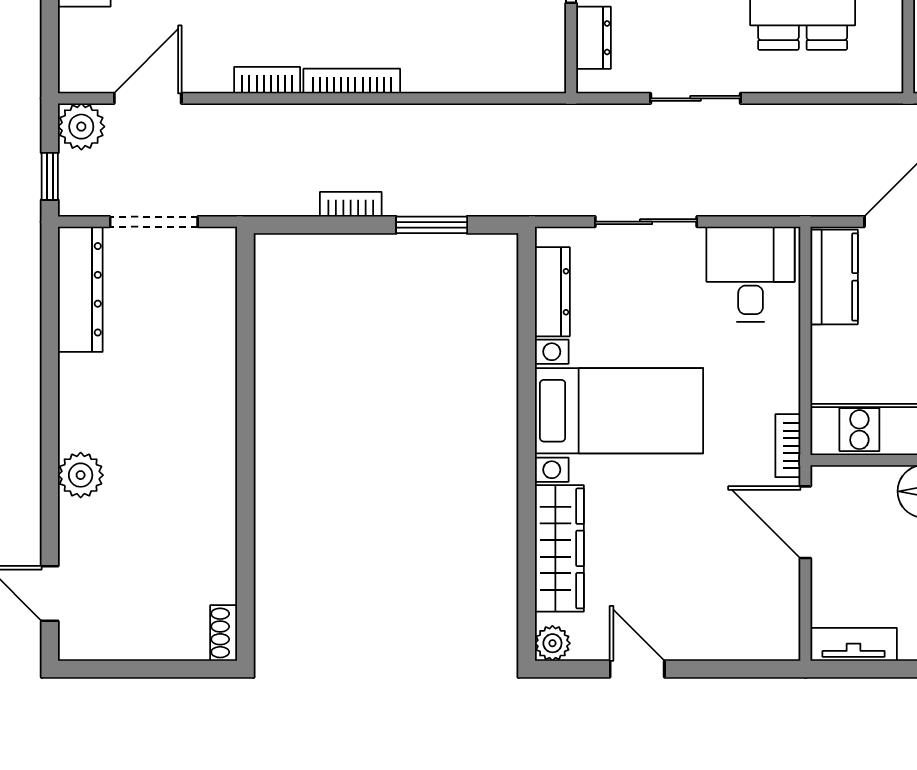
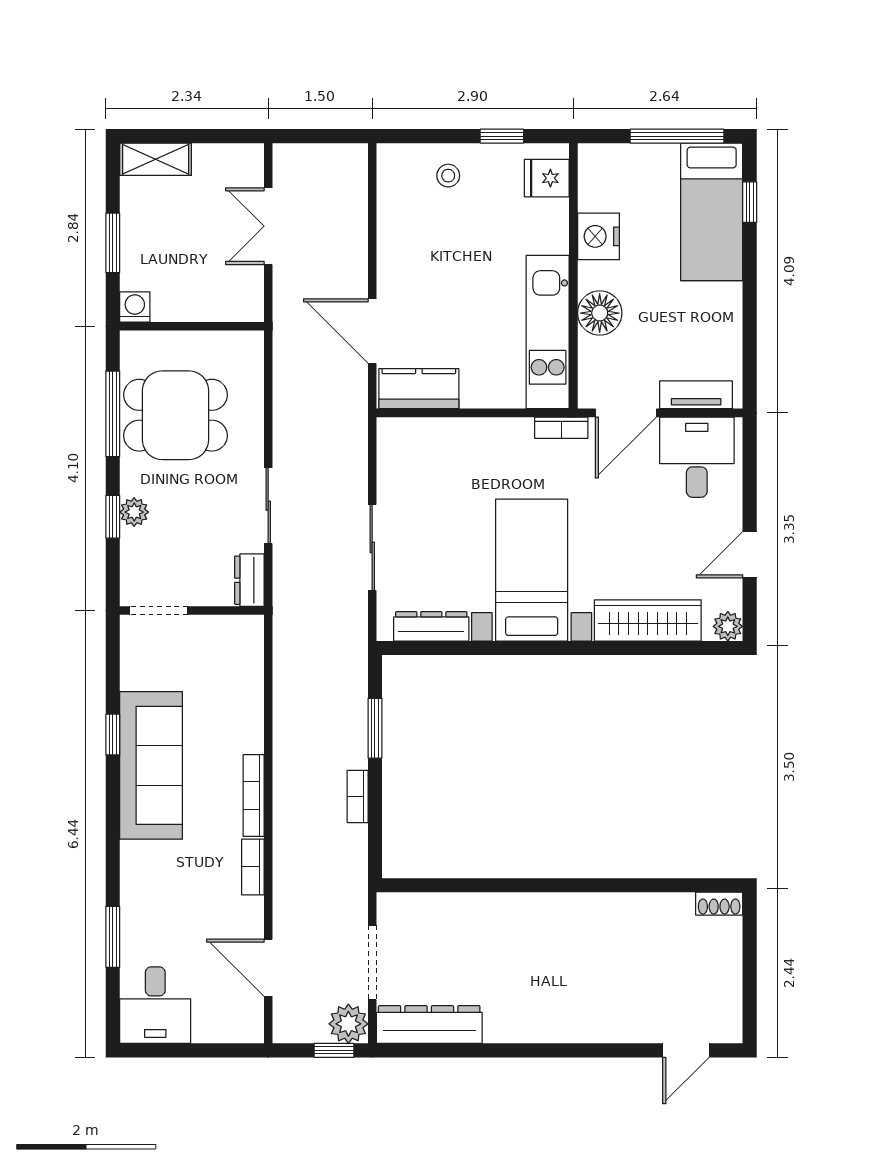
dresser: (593, 38) -> (249, 580), moved, turned -90
plant: (81, 127) -> (348, 1024), moved
desk: (751, 274) -> (697, 457), moved, turned 90
plant: (81, 475) -> (586, 1024), removed
tv unit: (854, 644) -> (696, 395), moved, turned 90

